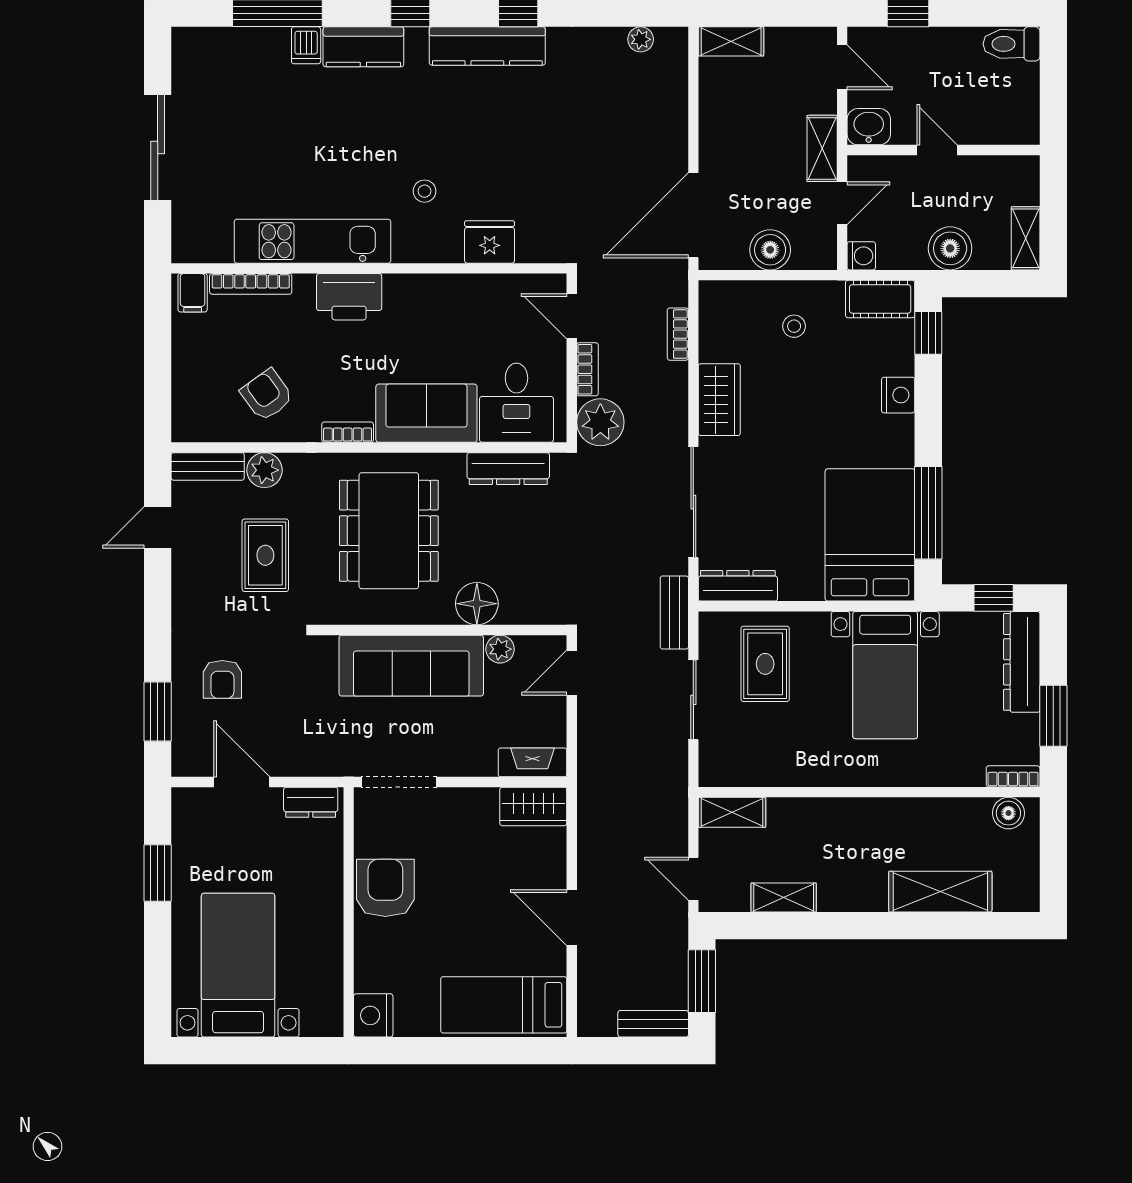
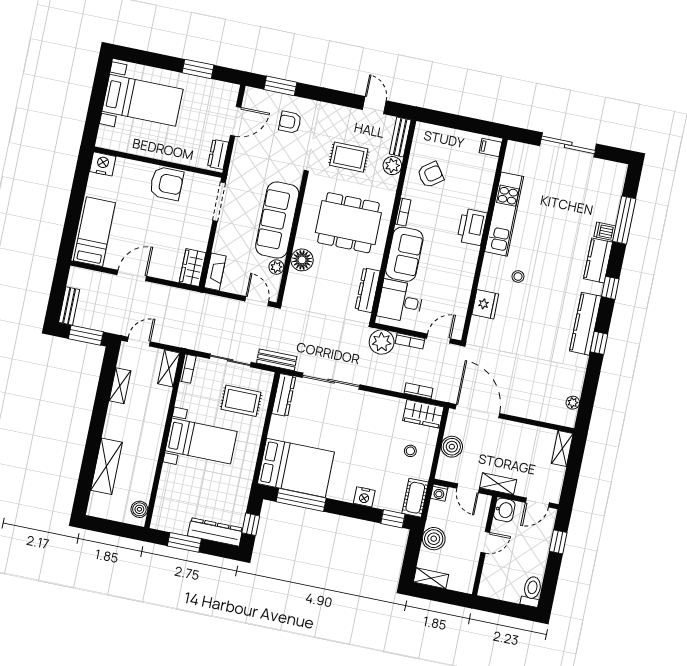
bookcase: (251, 284) -> (489, 178), removed
wardrobe: (719, 400) -> (423, 414), moved
bed with nightstands: (885, 675) -> (201, 441), moved, turned 180
bookcase: (1013, 776) -> (188, 369), moved

